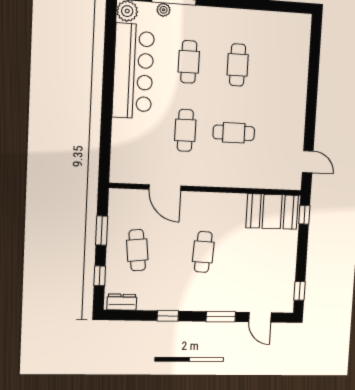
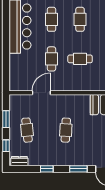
door: (165, 188) -> (41, 93), swing flipped

